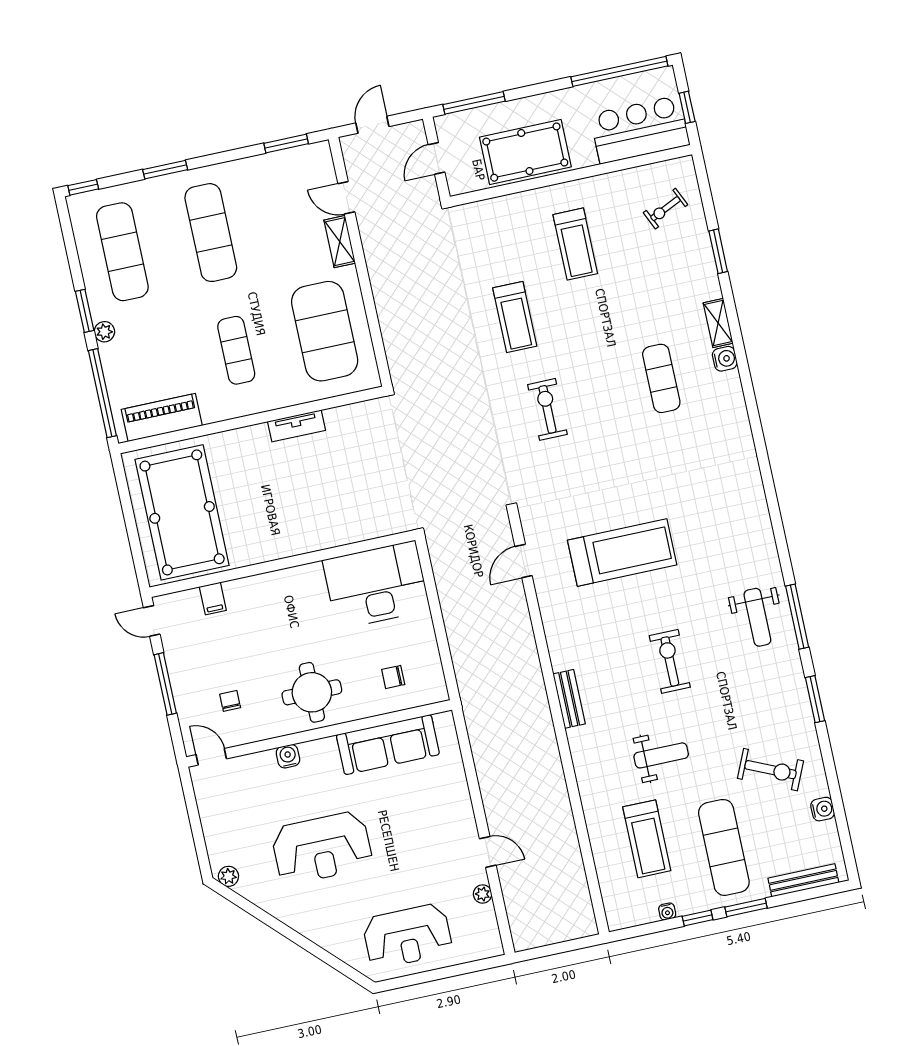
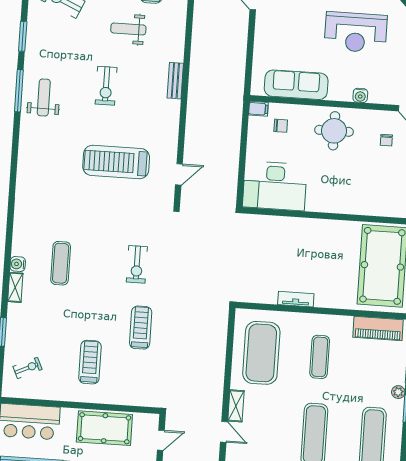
filing cabinet: (213, 598) -> (258, 109), moved, turned 90
reception desk: (322, 848) -> (356, 32), turned 180

